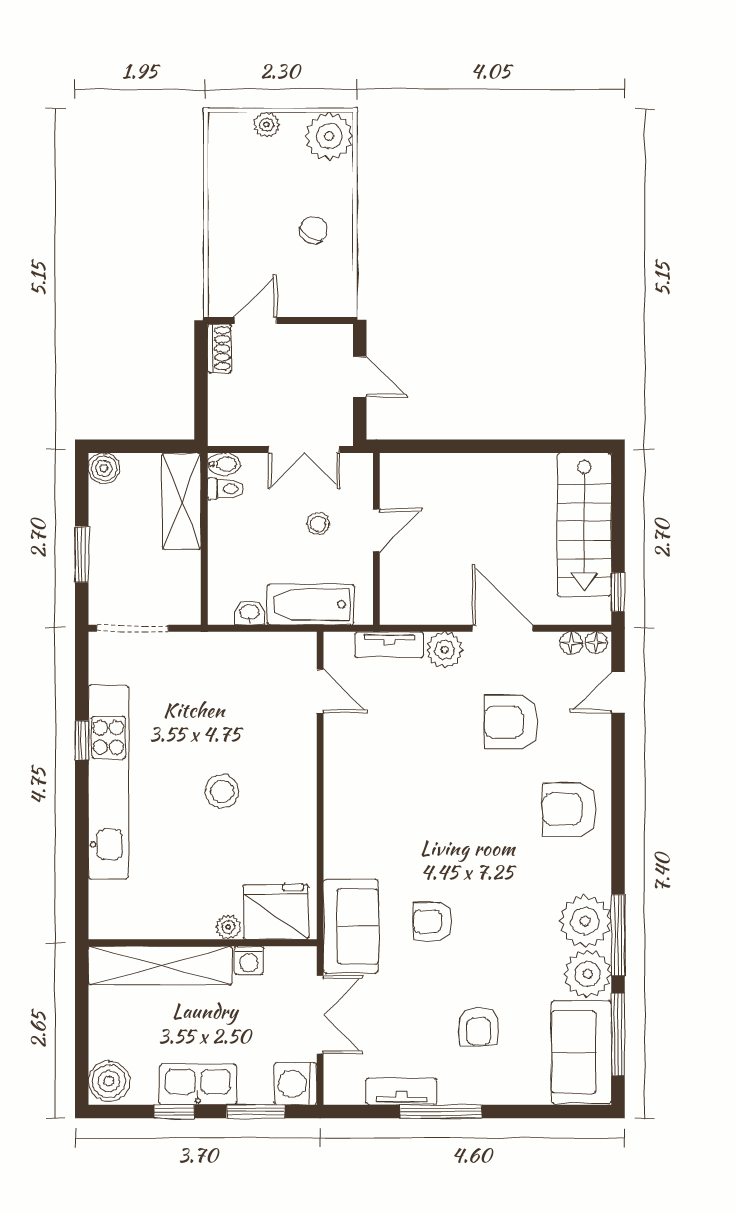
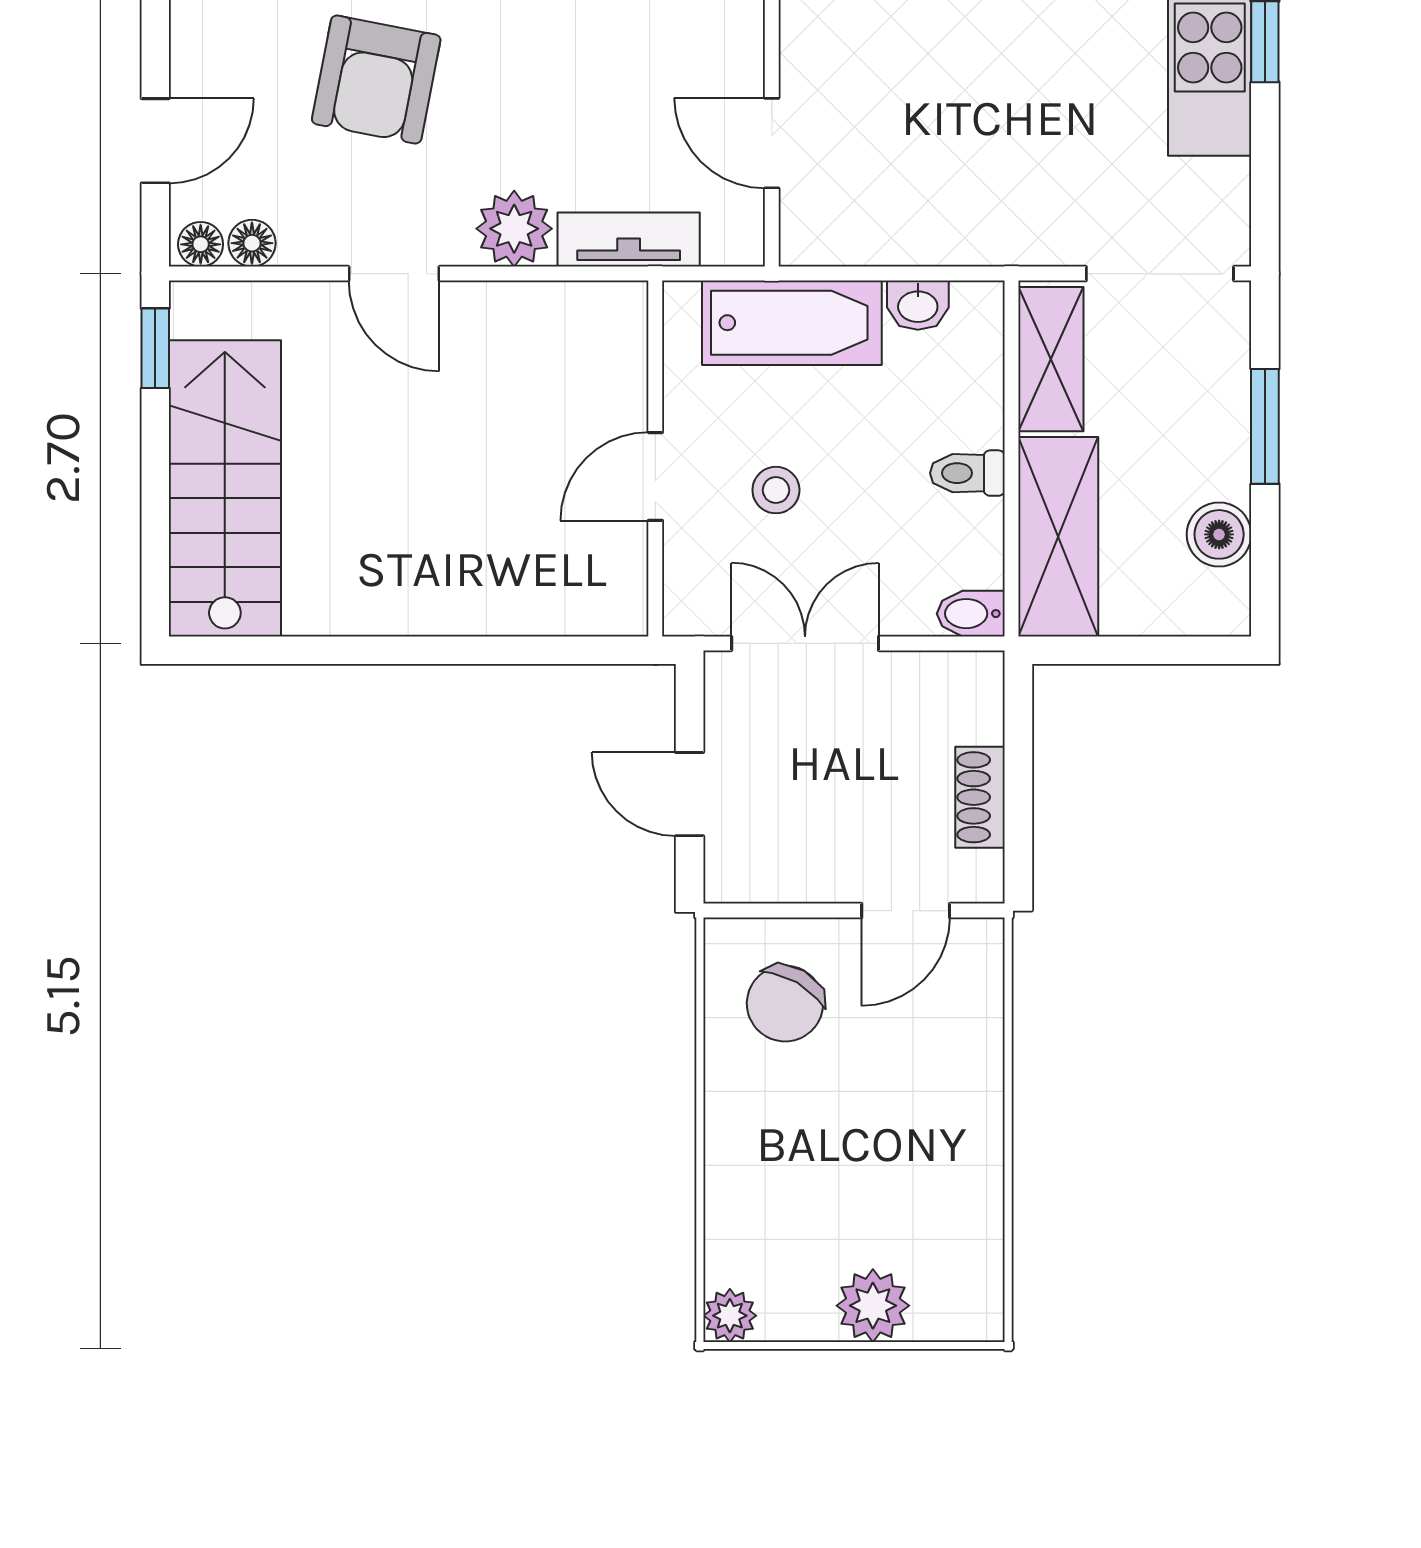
plant: (266, 125) -> (873, 1306), width x1.38, depth x1.38
plant: (329, 136) -> (730, 1316), width x0.53, depth x0.53
chair: (314, 230) -> (785, 1004), moved, width x1.37, depth x1.37
shoe rack: (219, 348) -> (980, 797), moved
boiler: (104, 468) -> (1219, 534), moved
toilet: (226, 489) -> (967, 473), moved
shelving: (185, 587) -> (1051, 359), added
door: (503, 628) -> (394, 274), width x0.73
armchair: (511, 722) -> (376, 80), turned 101

